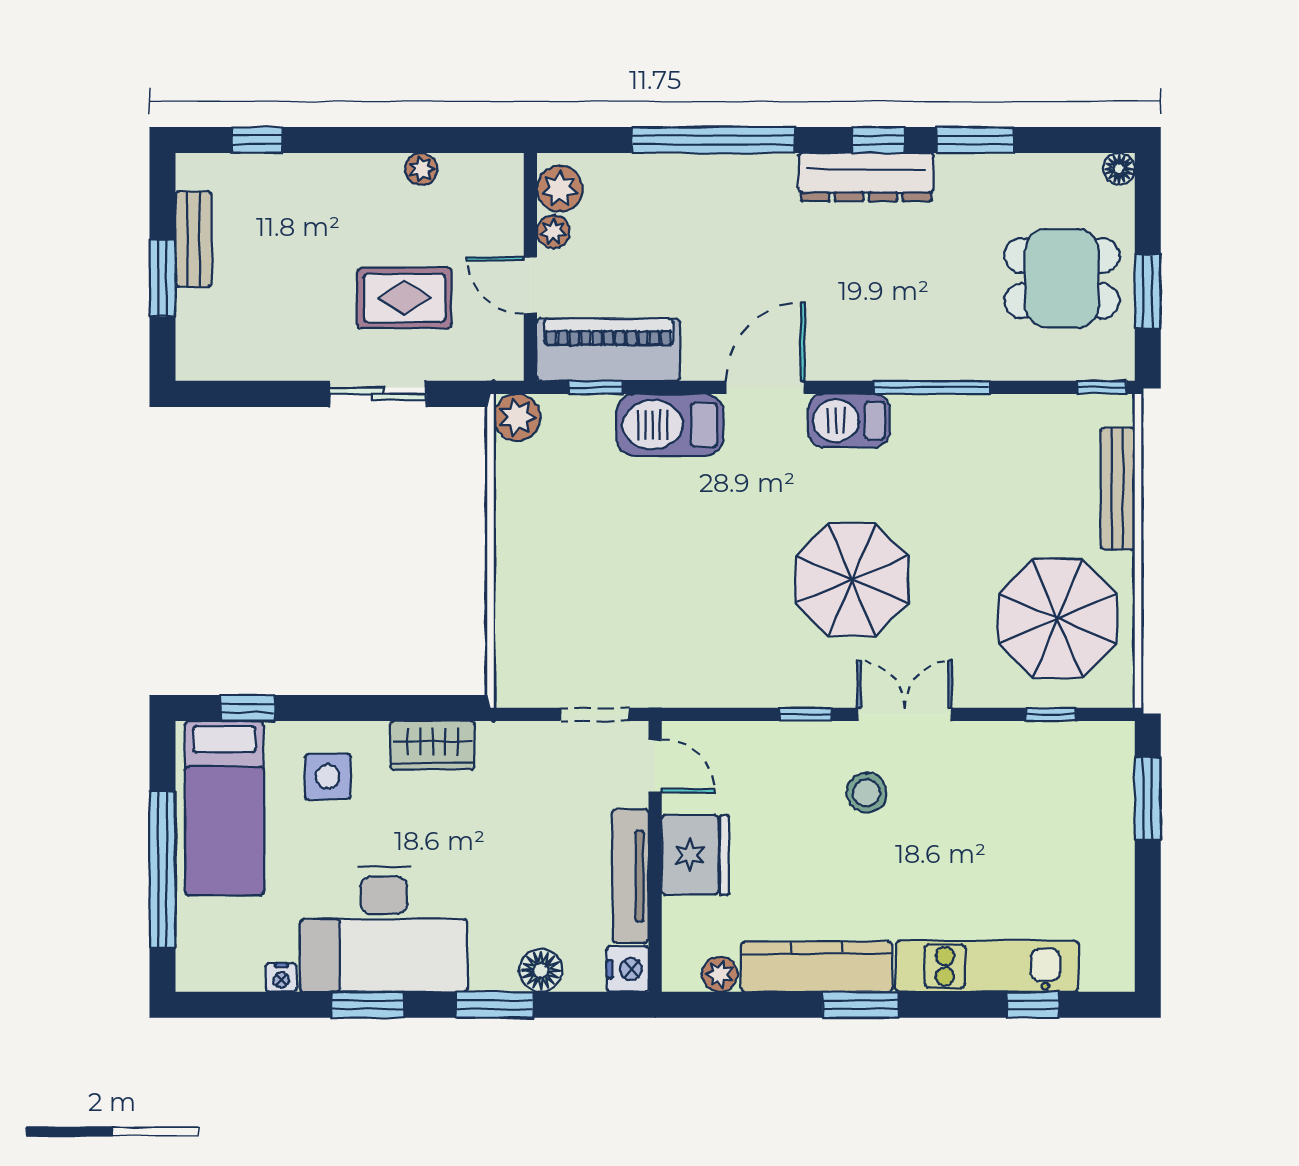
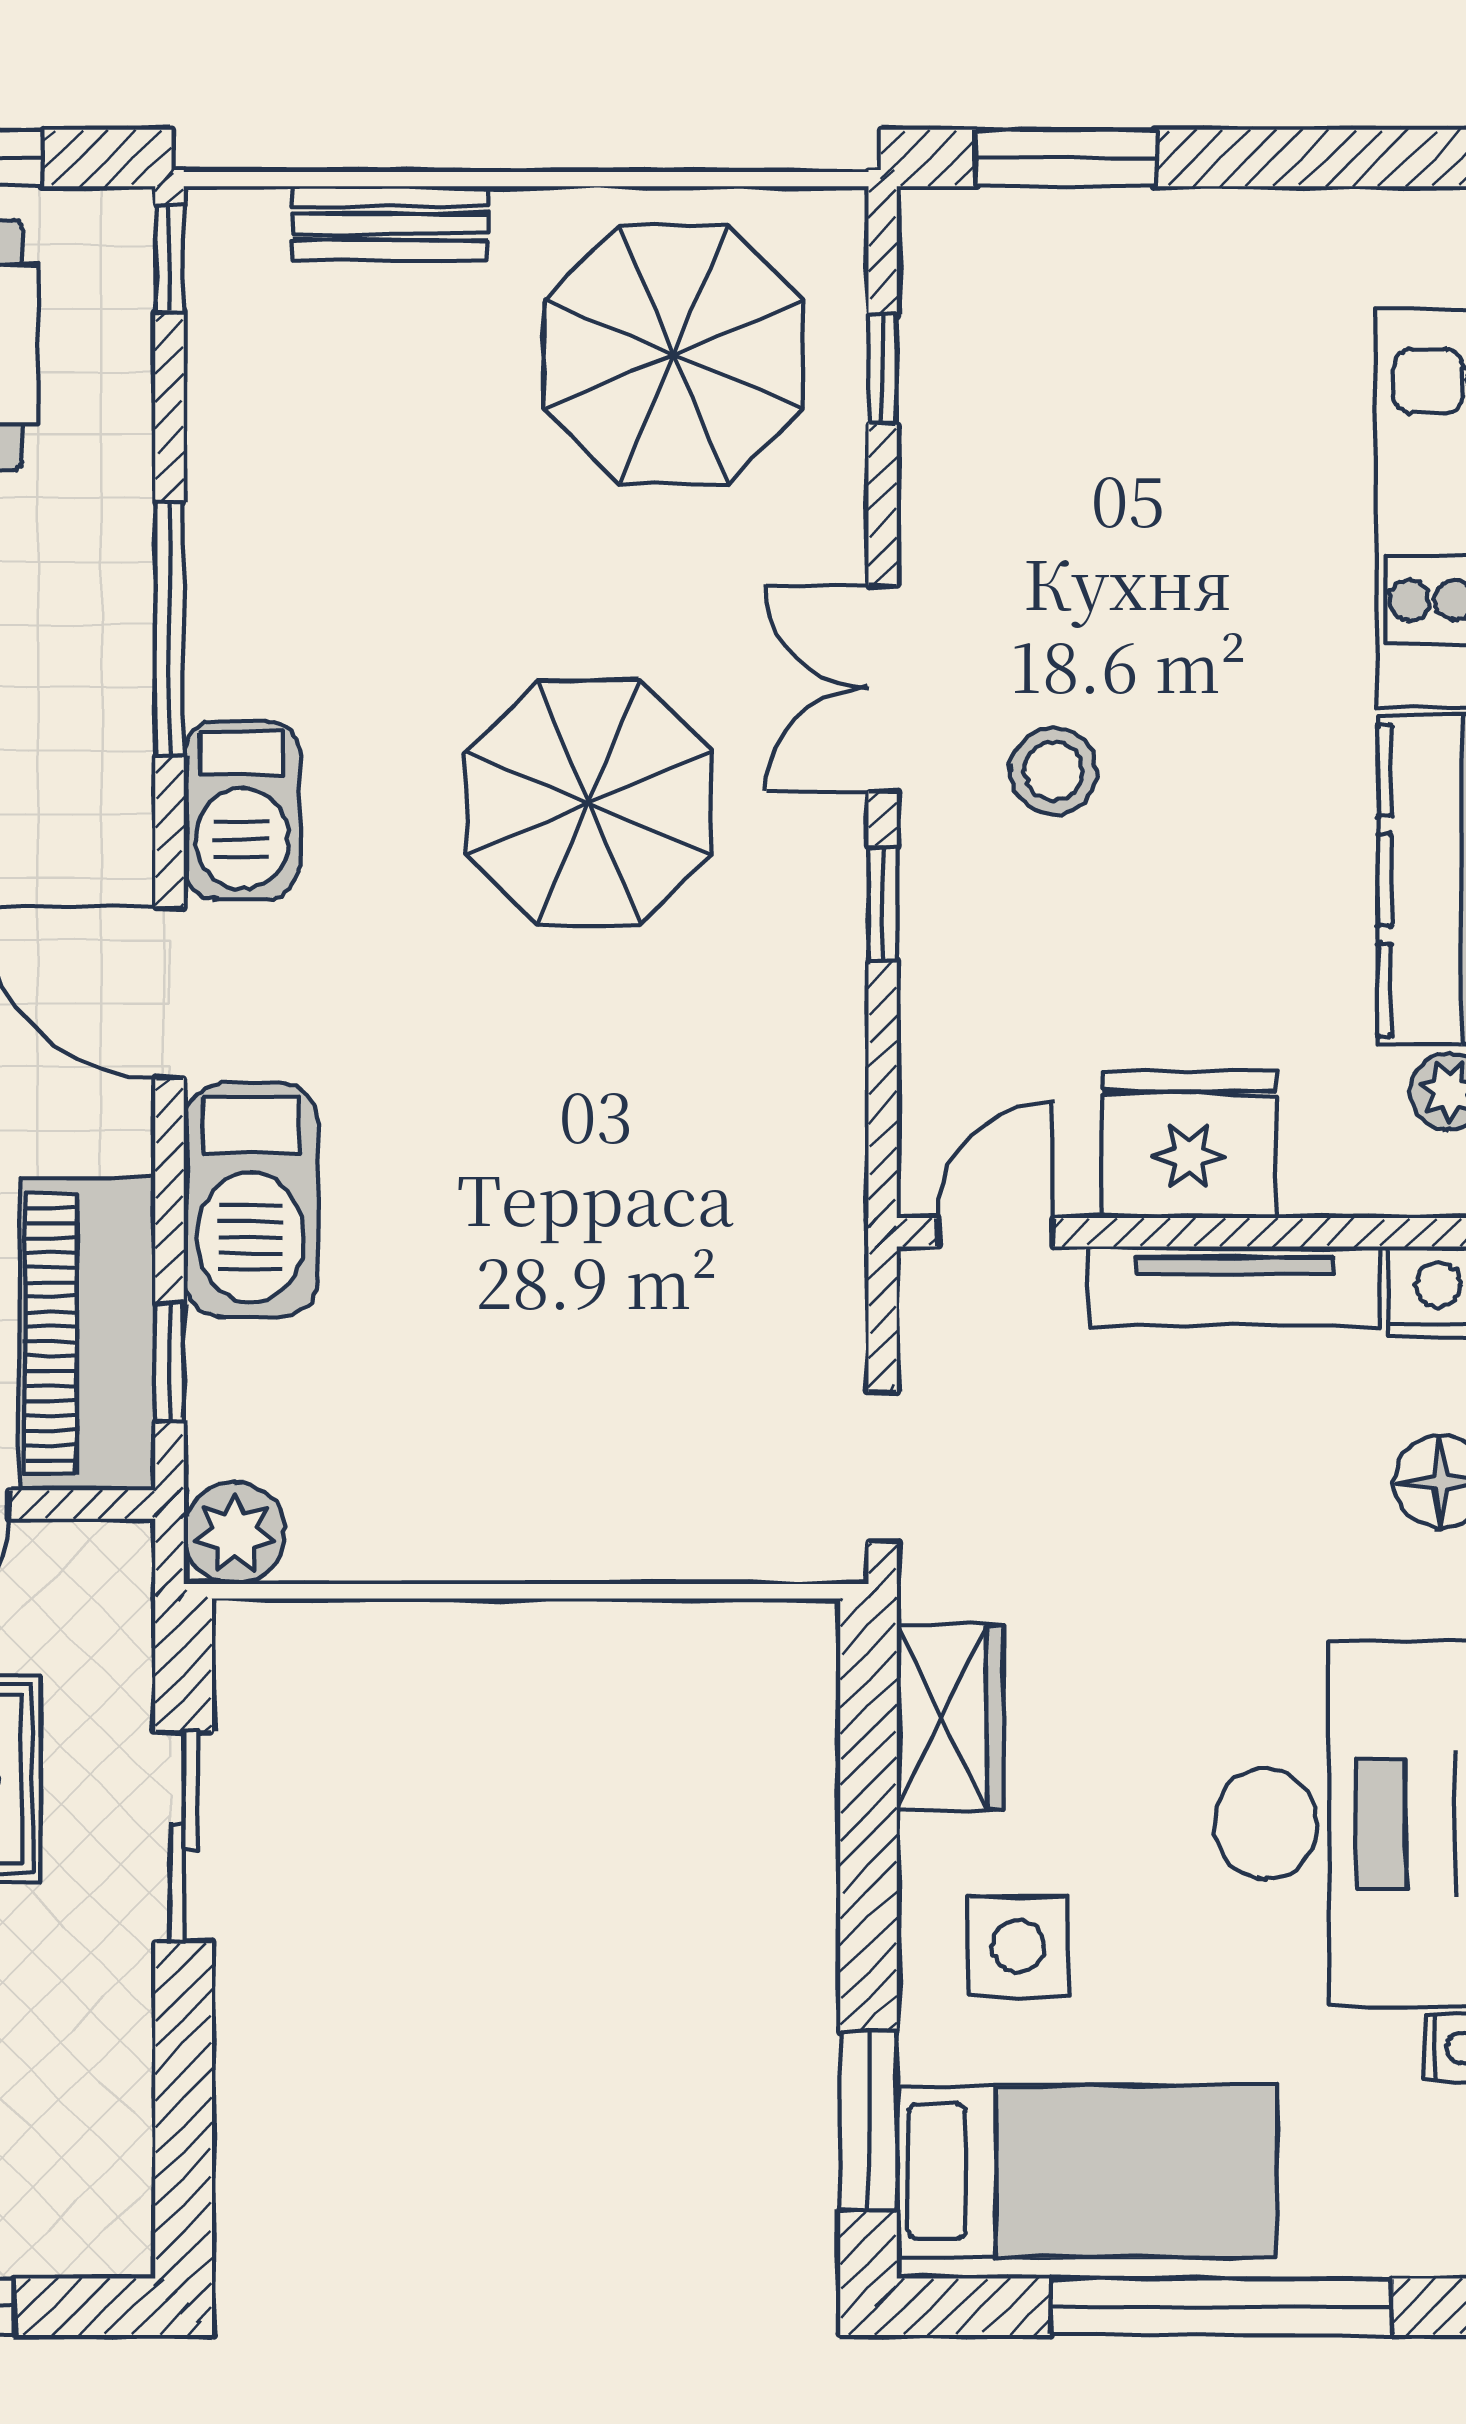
bench: (1118, 489) -> (390, 223), width x0.73
window: (247, 708) -> (869, 2122), width x1.50
doorway: (595, 714) -> (883, 1467), moved

